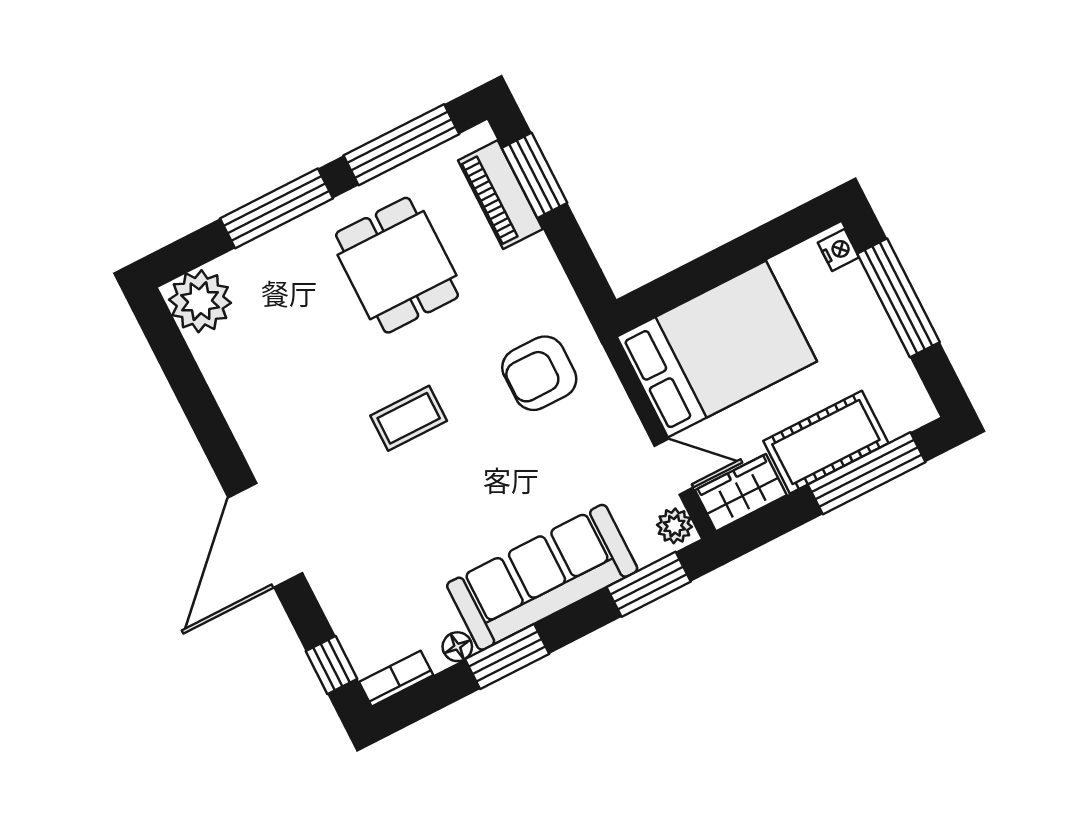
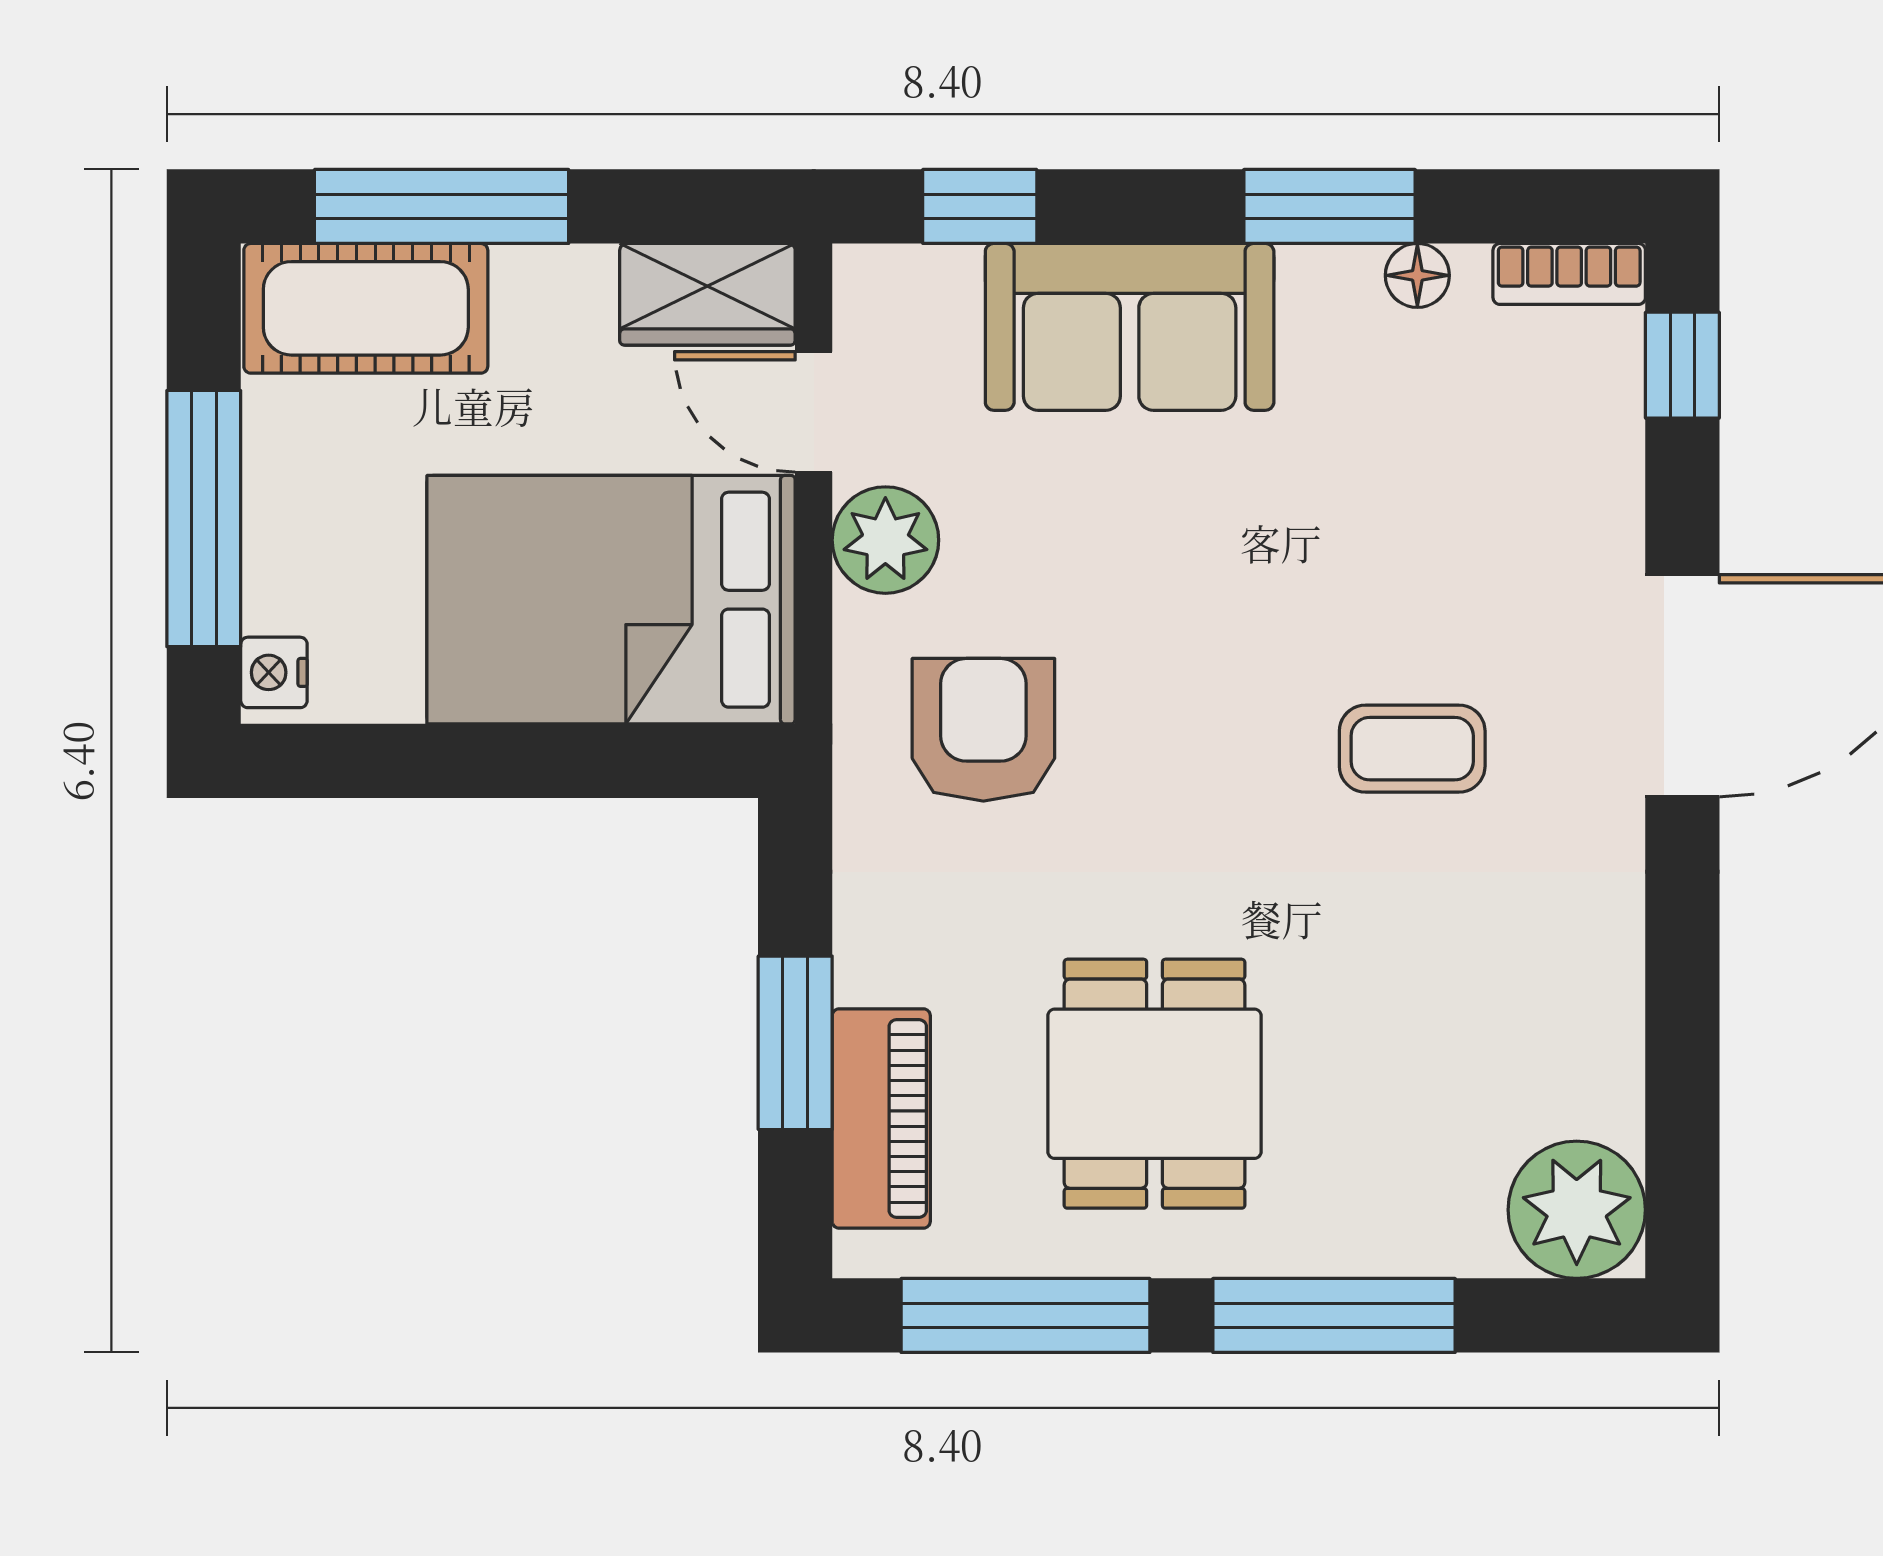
window: (534, 175) -> (795, 1043), moved
armchair: (539, 373) -> (983, 730), turned -90
coffee table: (409, 418) -> (1412, 749), moved
cot: (826, 442) -> (366, 308), moved
plant: (674, 526) -> (885, 540), moved, width x1.38, depth x1.38
sofa: (542, 577) -> (1130, 327), width x0.73
window: (649, 584) -> (980, 206), width x0.67

